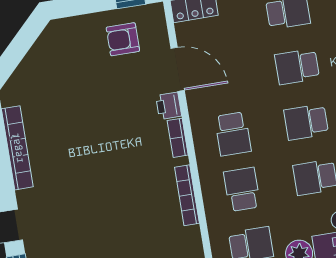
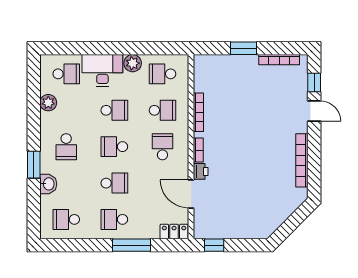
armchair: (123, 39) -> (223, 219), removed
school desk: (306, 122) -> (114, 147), turned 180
school desk: (242, 189) -> (162, 110), turned -90

